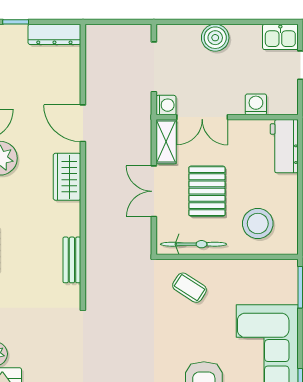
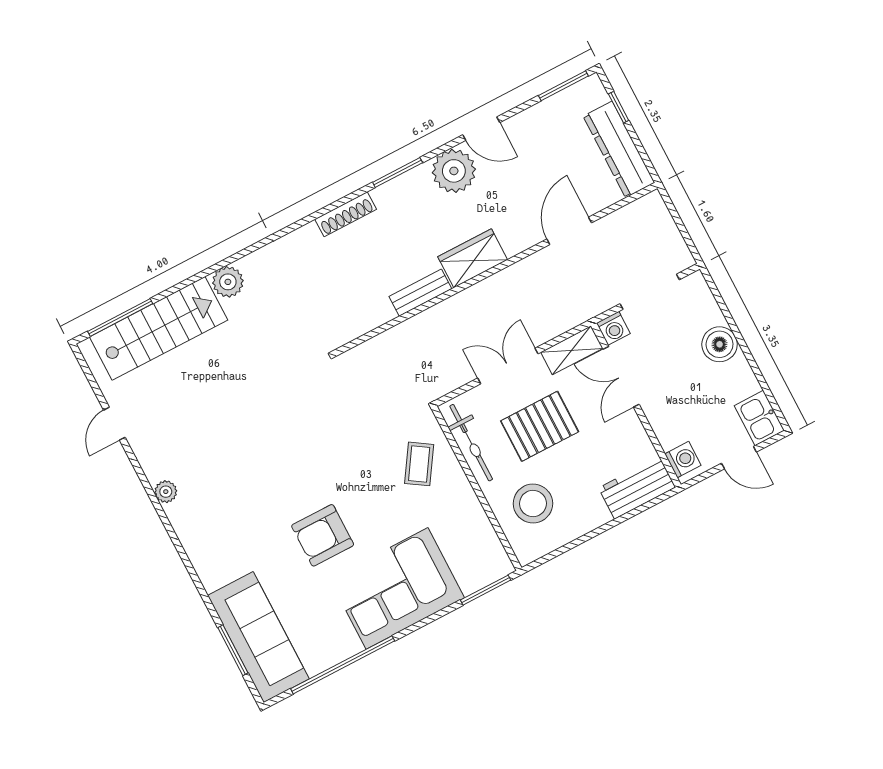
dresser: (54, 34) -> (619, 149), width x1.37, depth x1.24
washing machine: (256, 104) -> (683, 460), moved
door: (83, 123) -> (569, 231), moved
bench: (72, 260) -> (420, 293), moved

